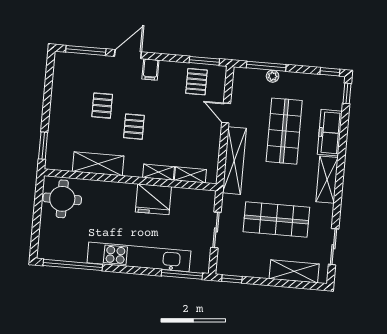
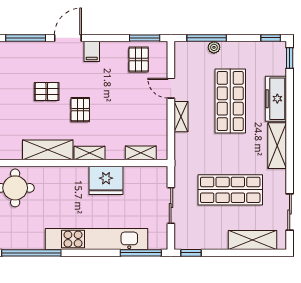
pallet: (102, 106) -> (47, 91), turned 90
shelving: (234, 161) -> (181, 117), width x0.45, depth x0.75
shelving: (158, 172) -> (89, 153), moved

